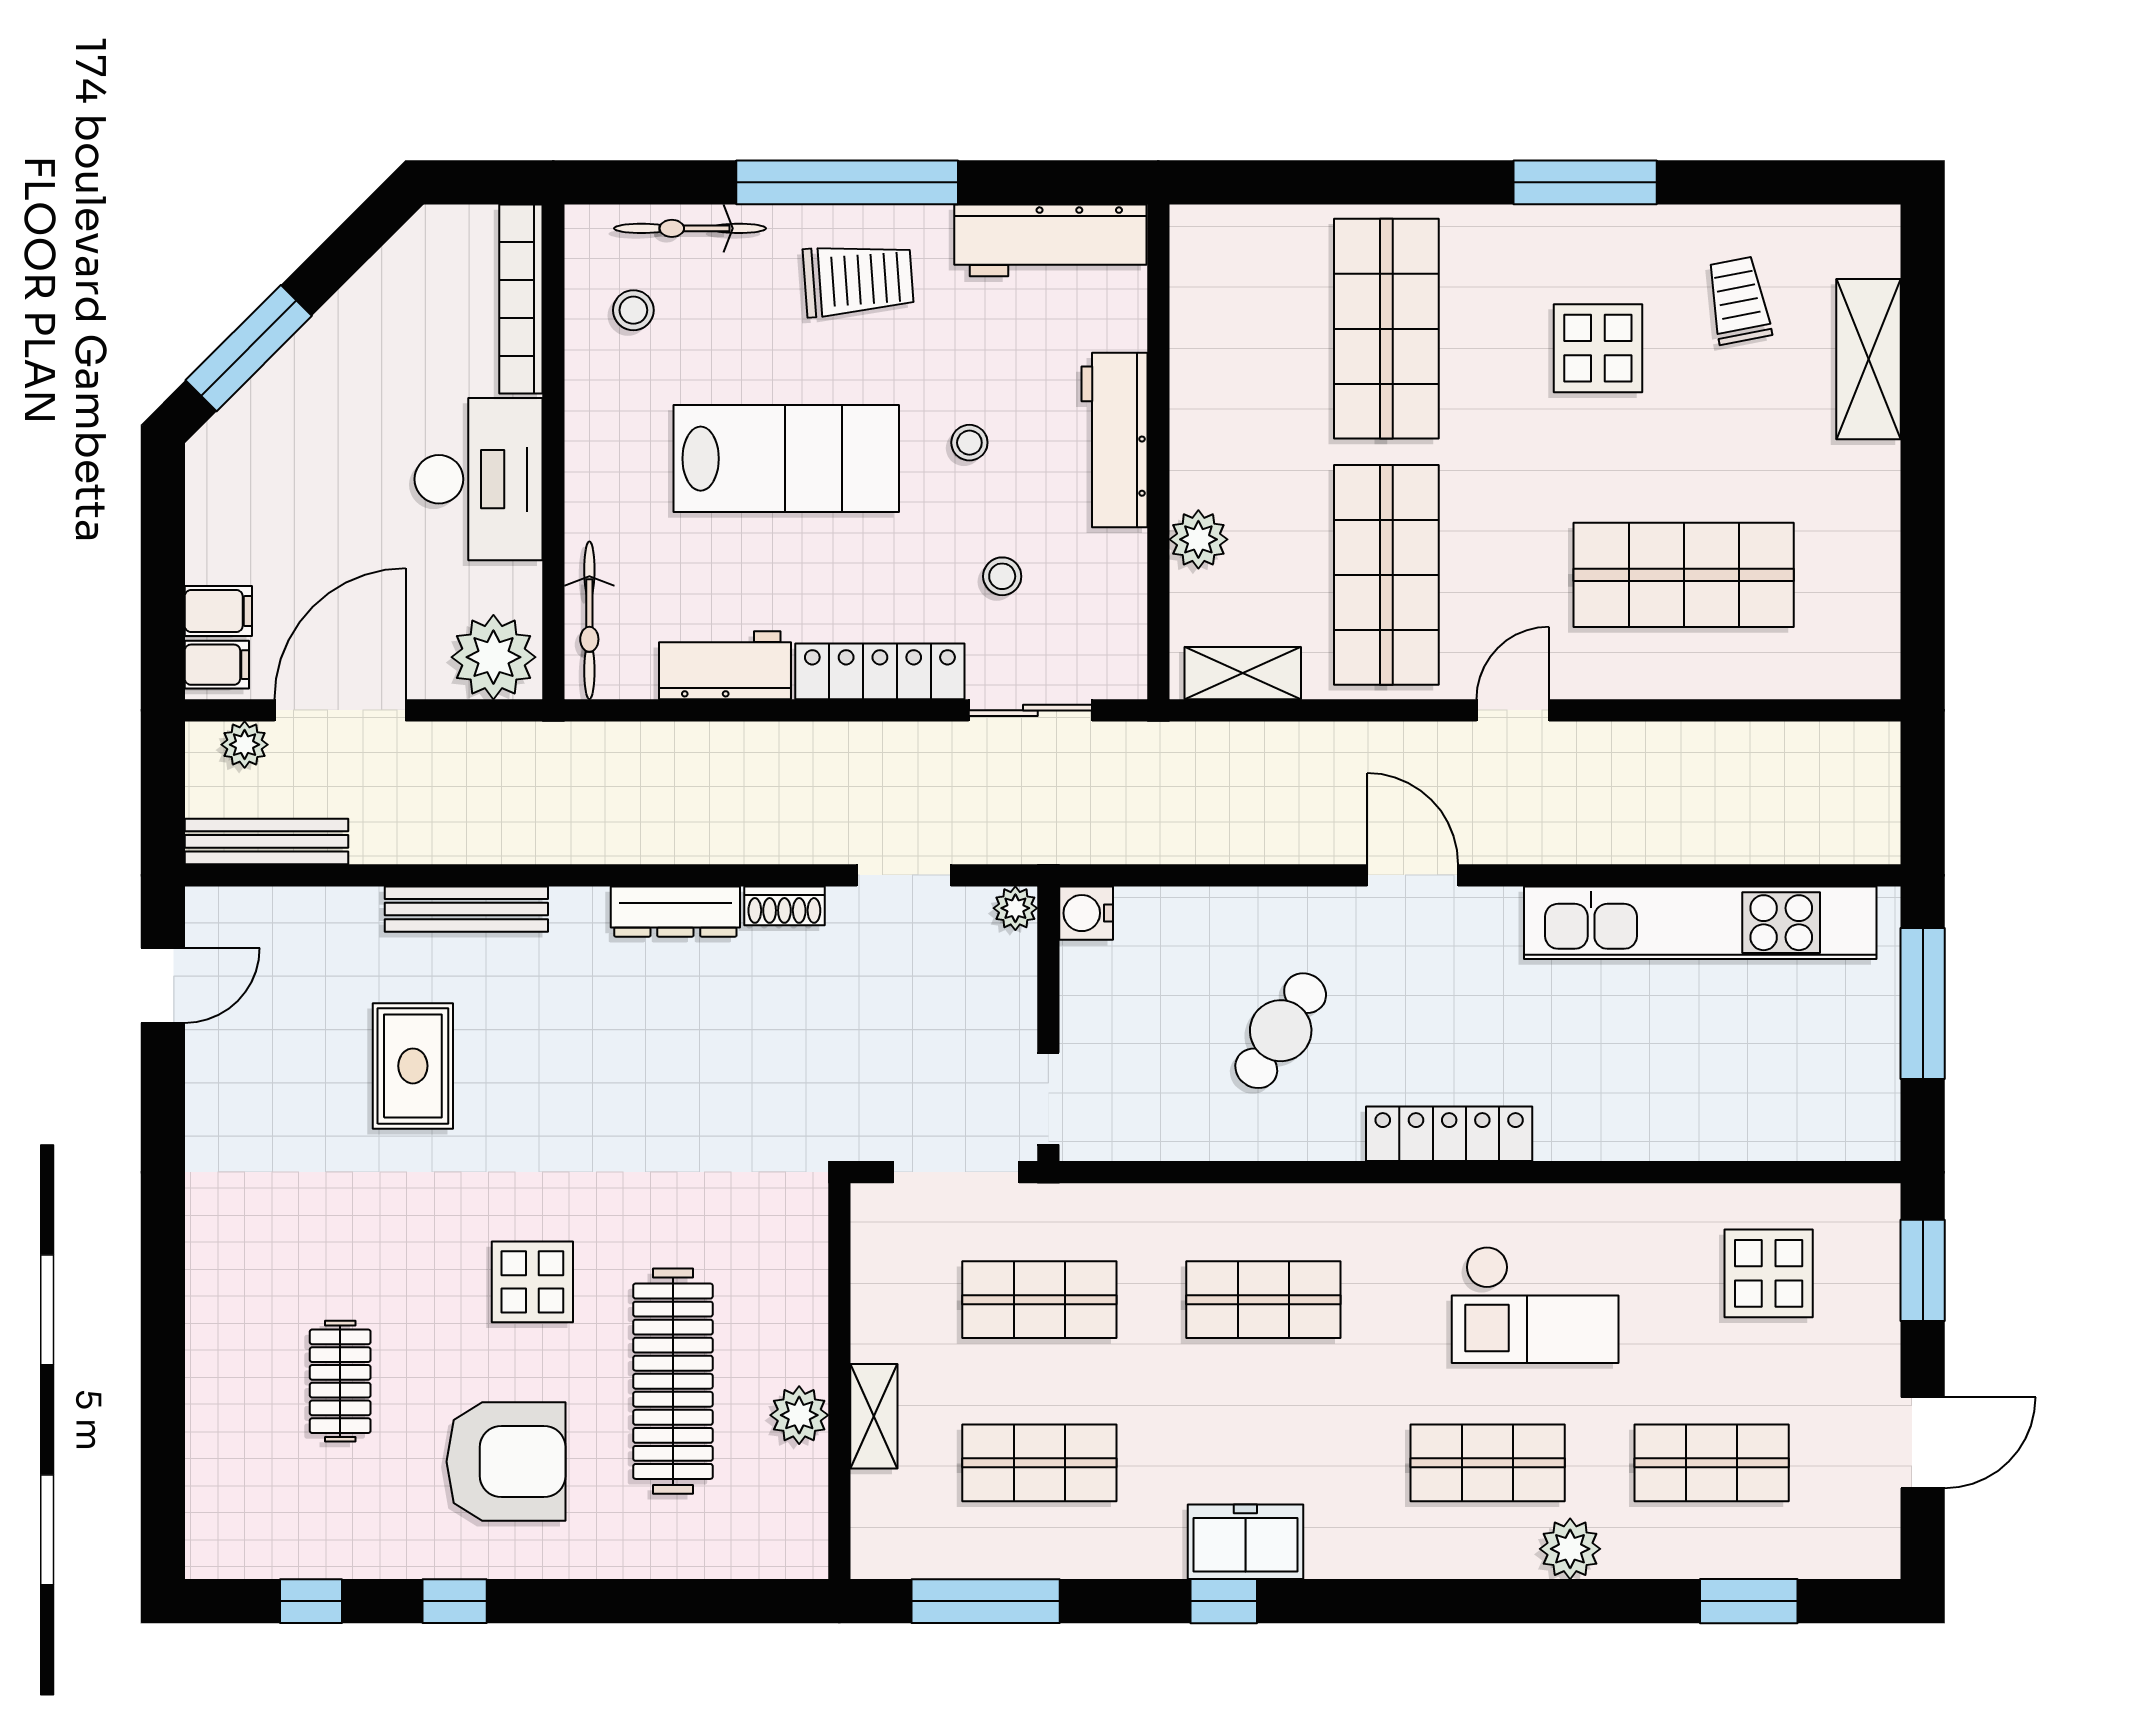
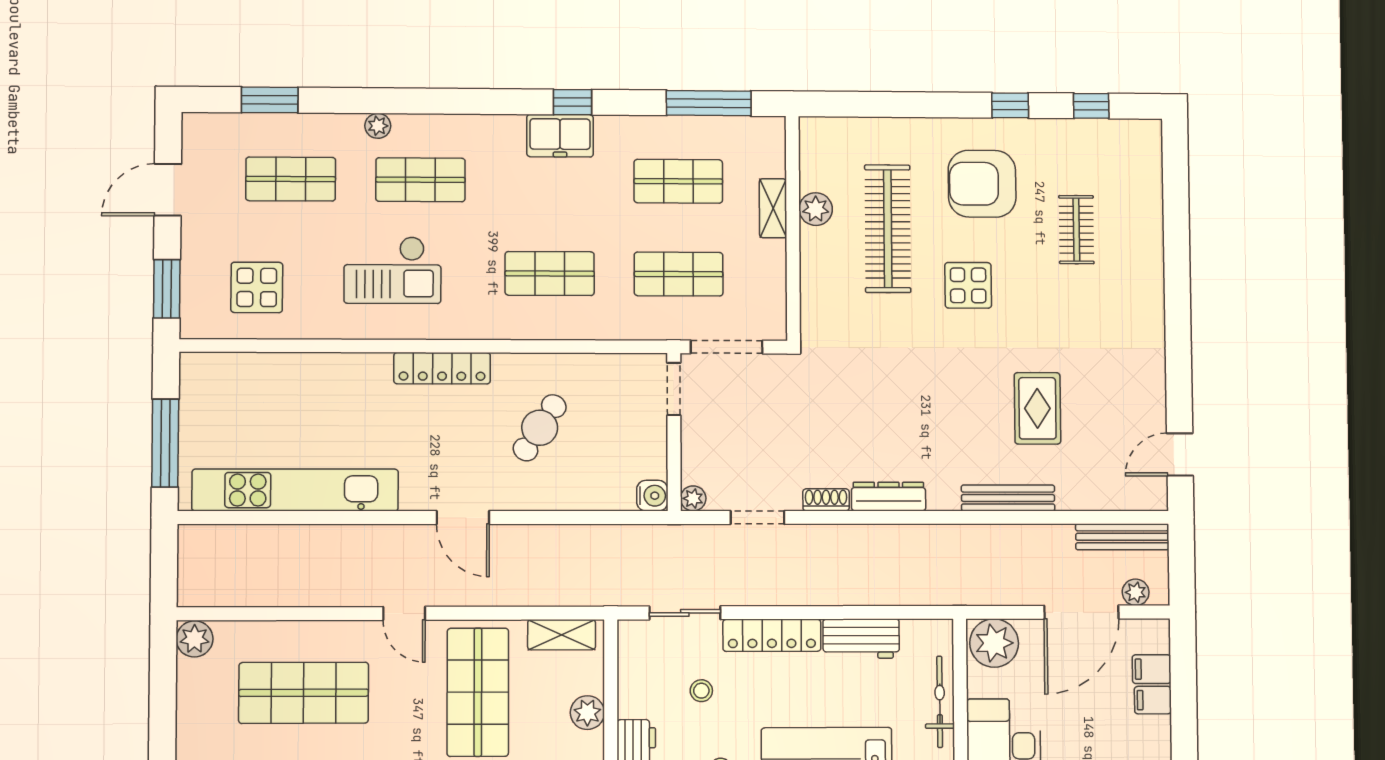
bicycle: (589, 620) -> (940, 702), moved
filing cabinet: (217, 665) -> (1153, 700), moved
plant: (1870, 667) -> (195, 639), added
door: (1513, 710) -> (404, 613), hinge flipped
checkout: (1535, 1305) -> (393, 270), turned 180
plant: (1570, 1549) -> (378, 126), width x0.73, depth x0.73

